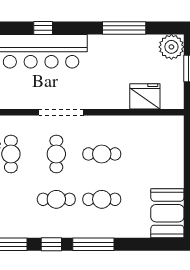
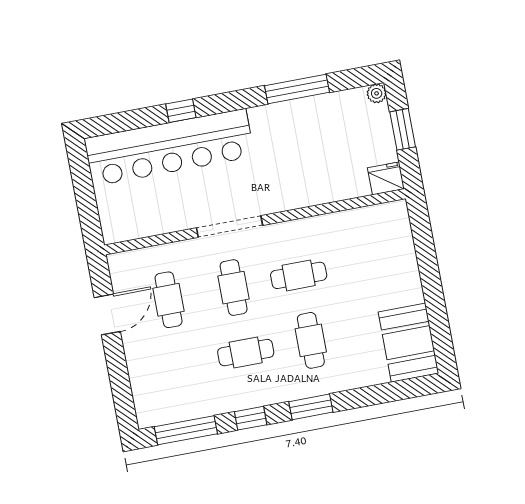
plant: (171, 47) -> (377, 93), width x0.53, depth x0.53
fridge: (145, 96) -> (386, 178), moved, width x0.73, depth x0.75
cafe table: (102, 199) -> (311, 340), turned 90
window: (93, 244) -> (311, 407), width x0.69

